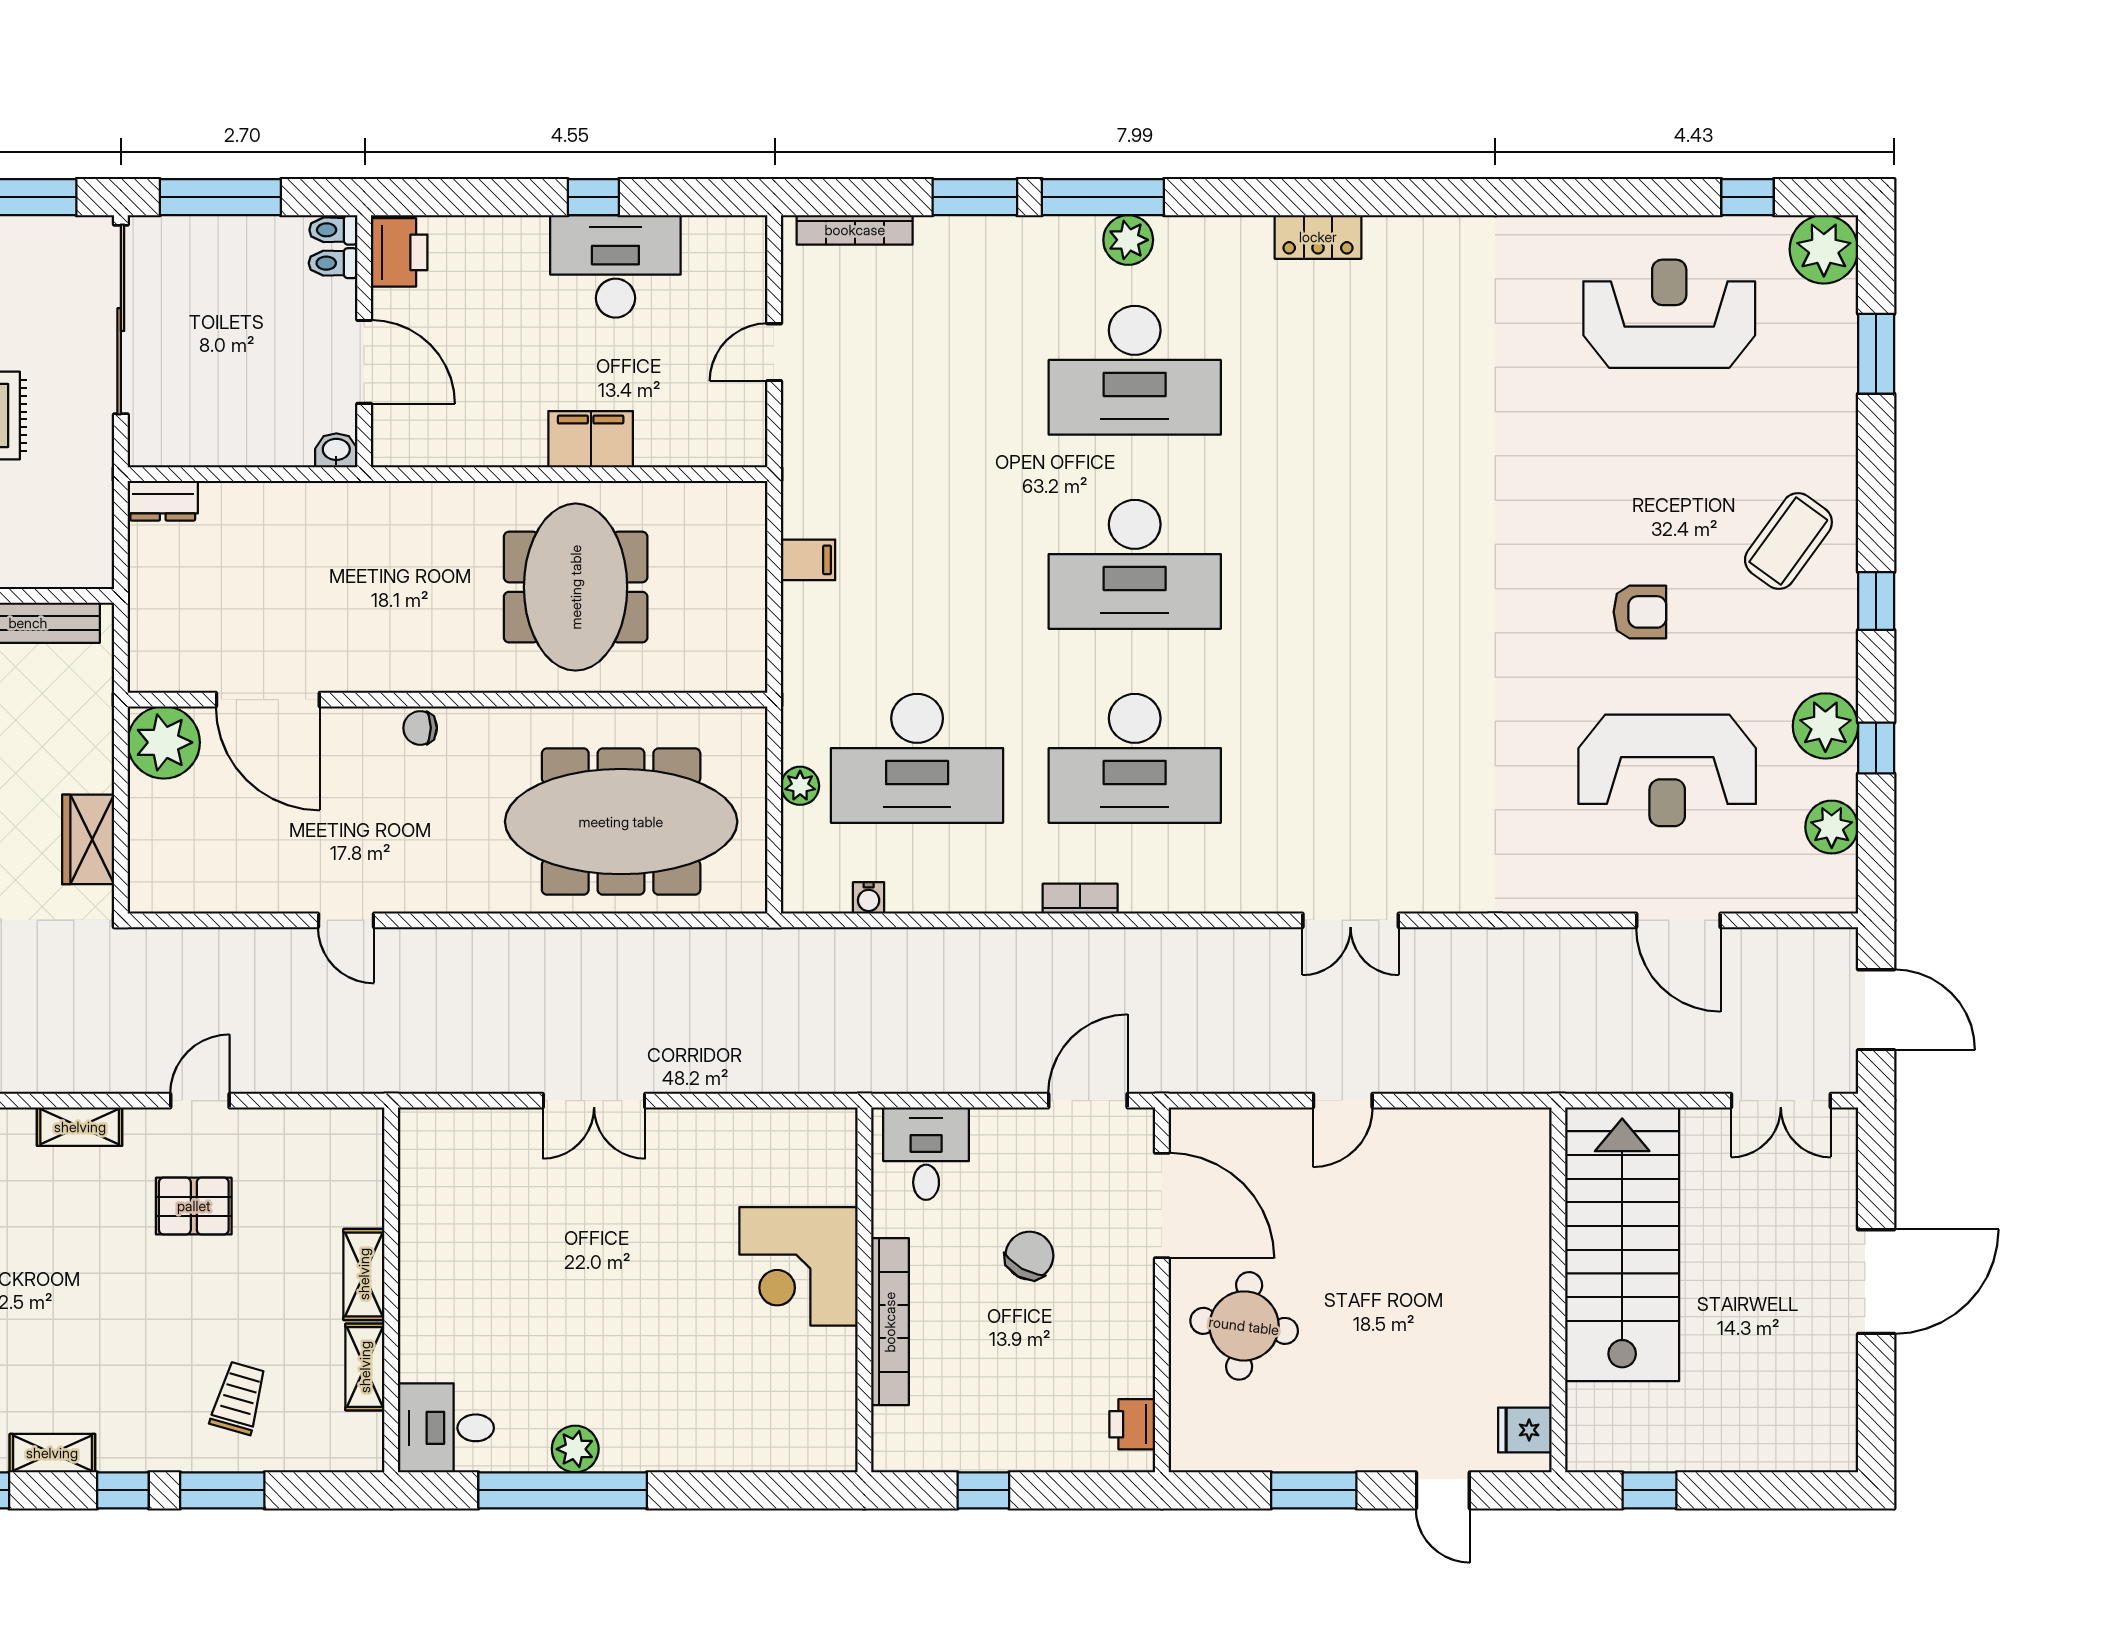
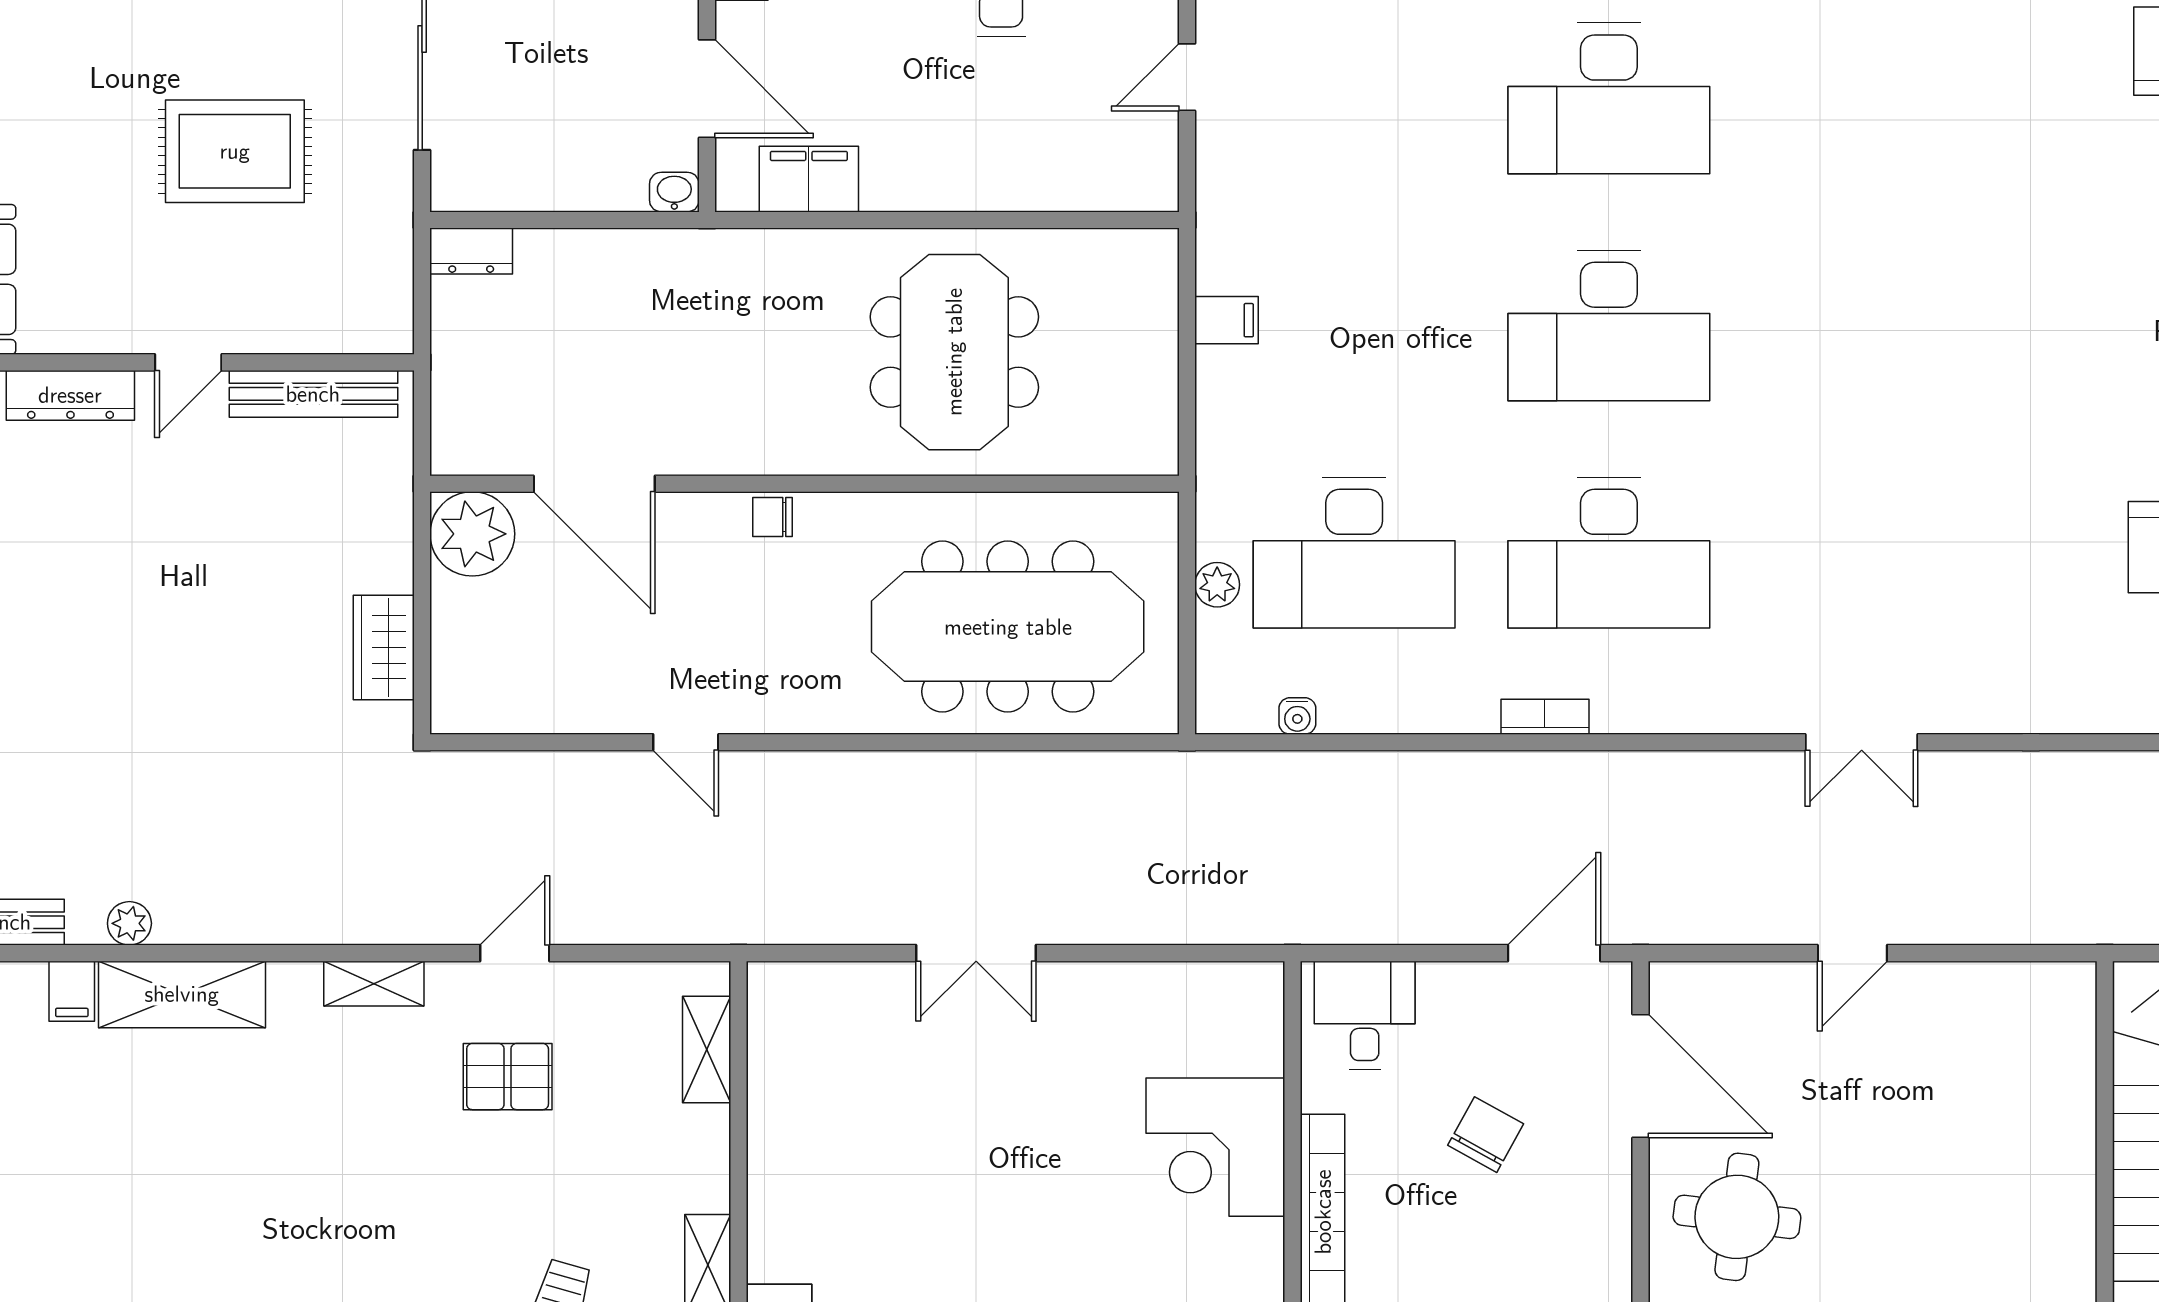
filing cabinet: (591, 439) -> (809, 179), moved
shelving: (364, 1274) -> (707, 1050), moved

